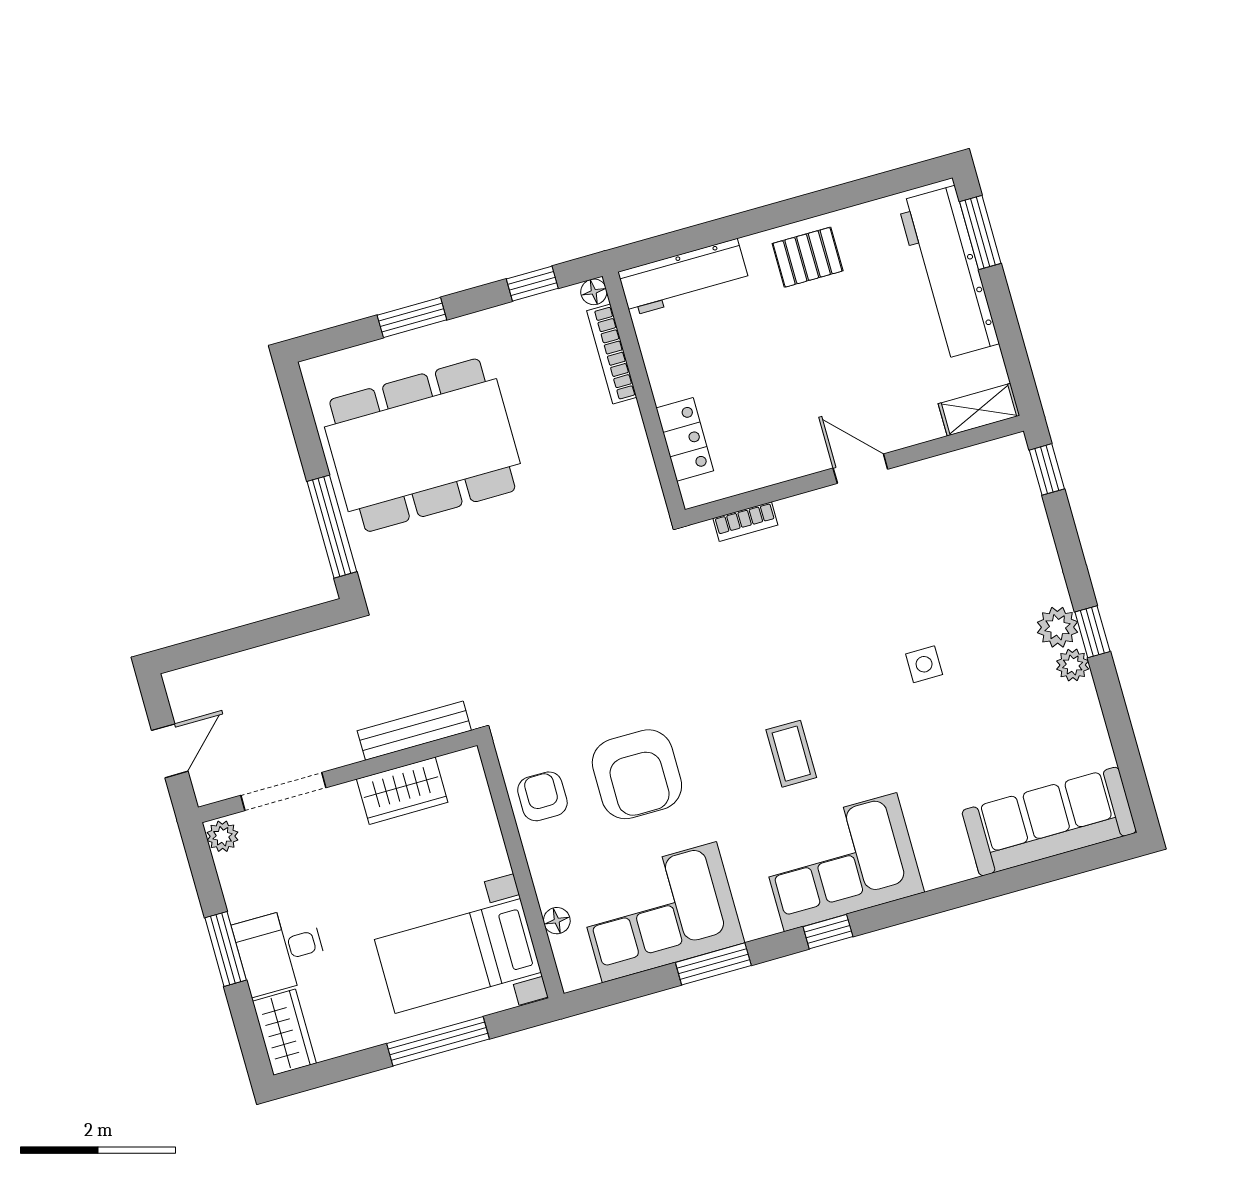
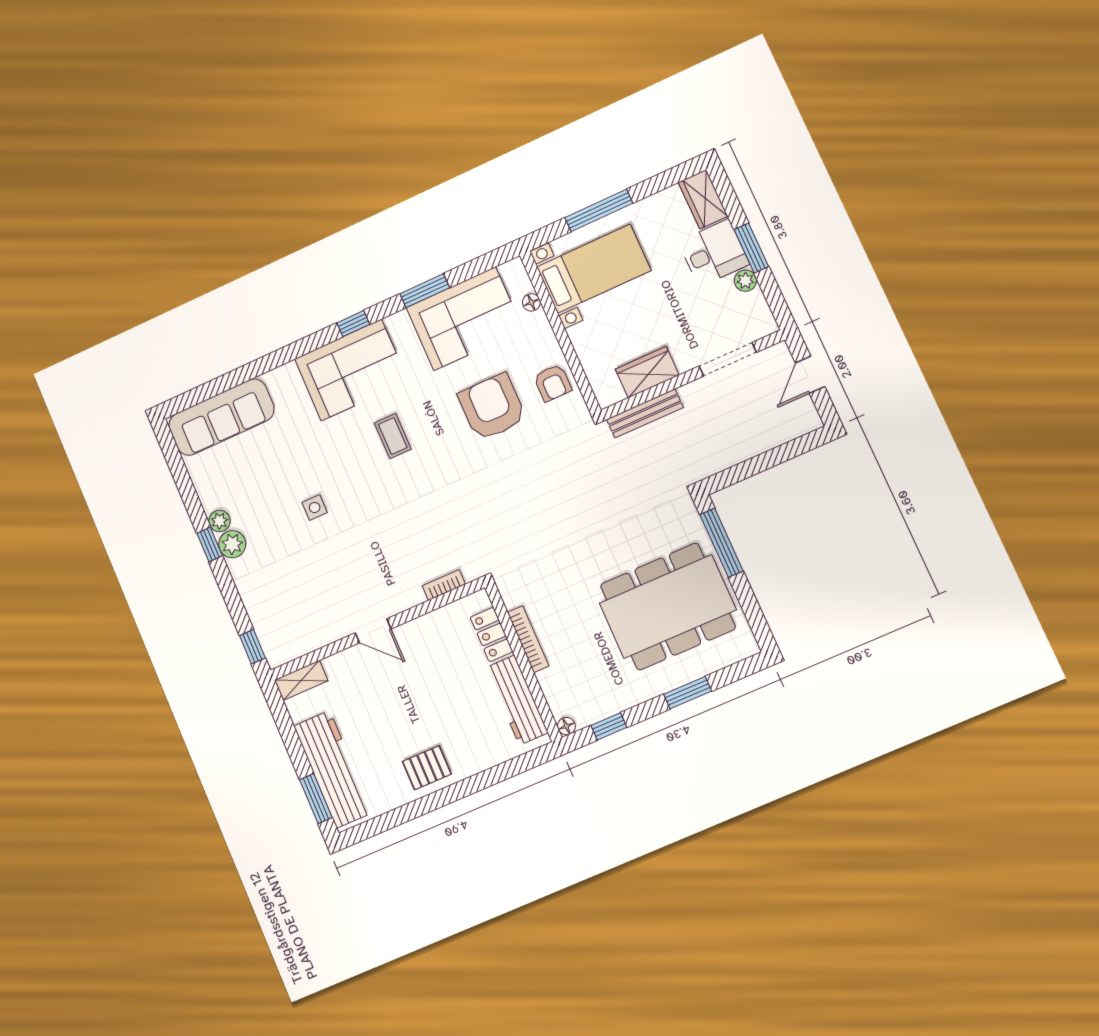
workbench: (684, 277) -> (517, 700), moved, turned -90
bookcase: (612, 354) -> (528, 639), moved
plant: (223, 836) -> (745, 281), moved

